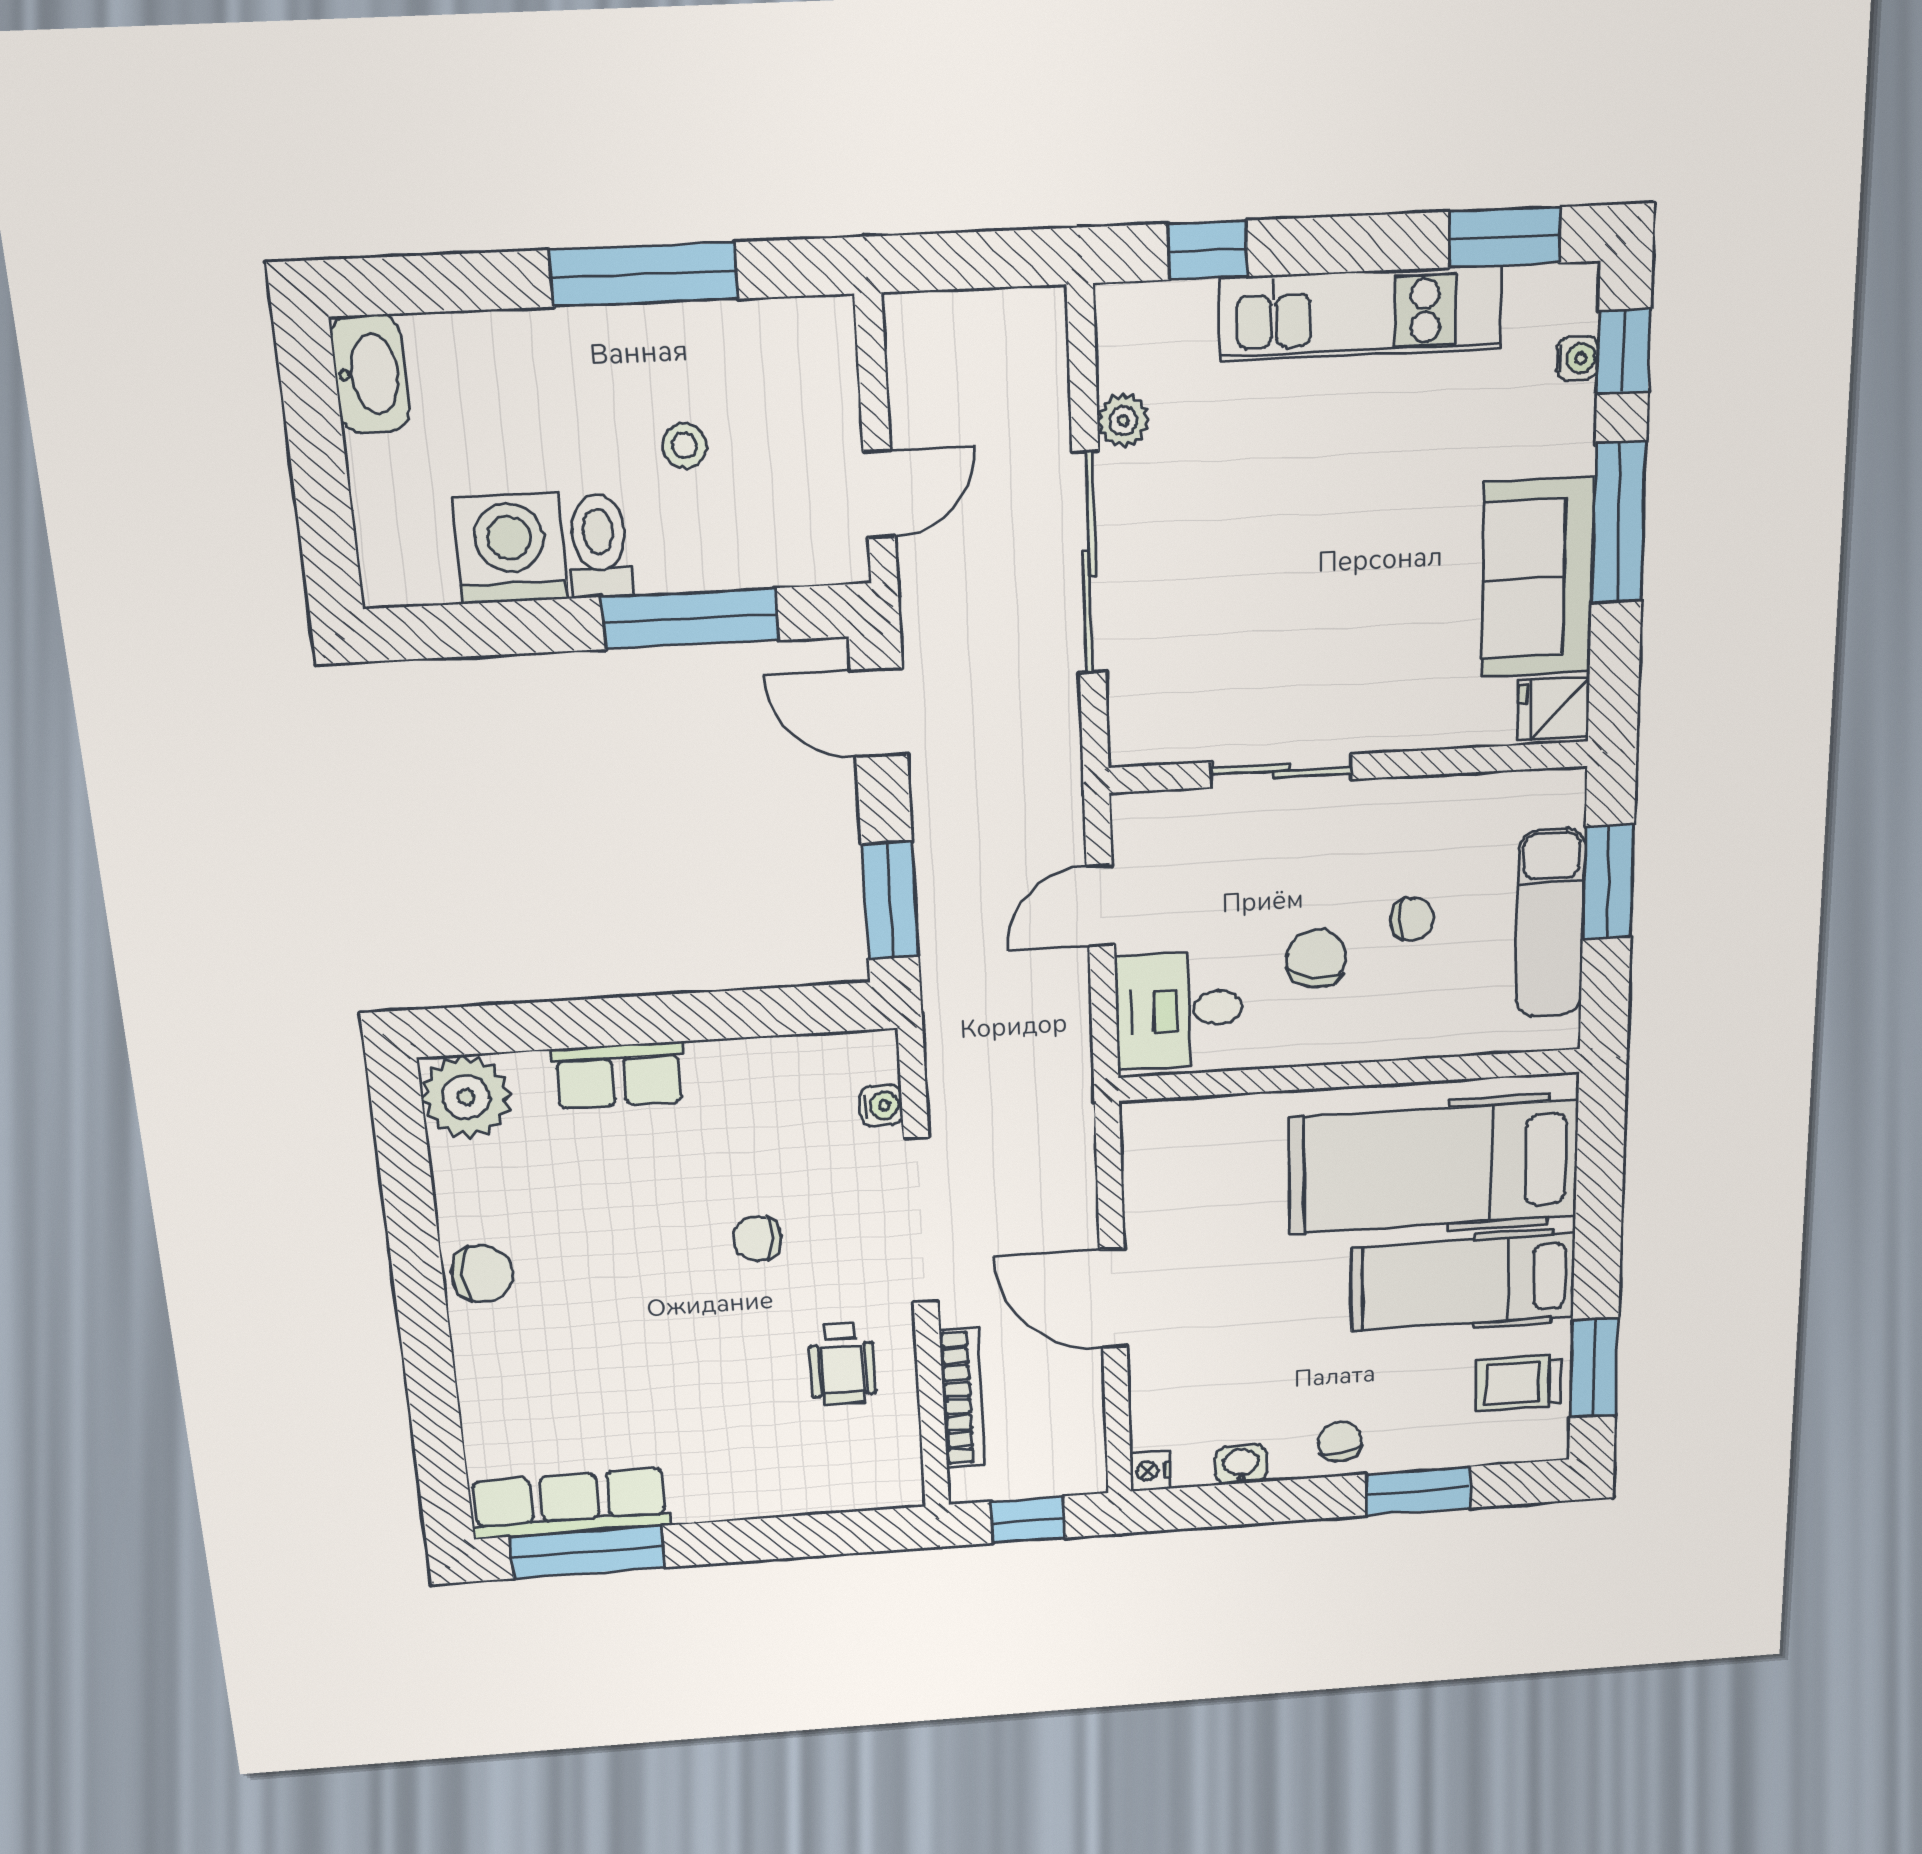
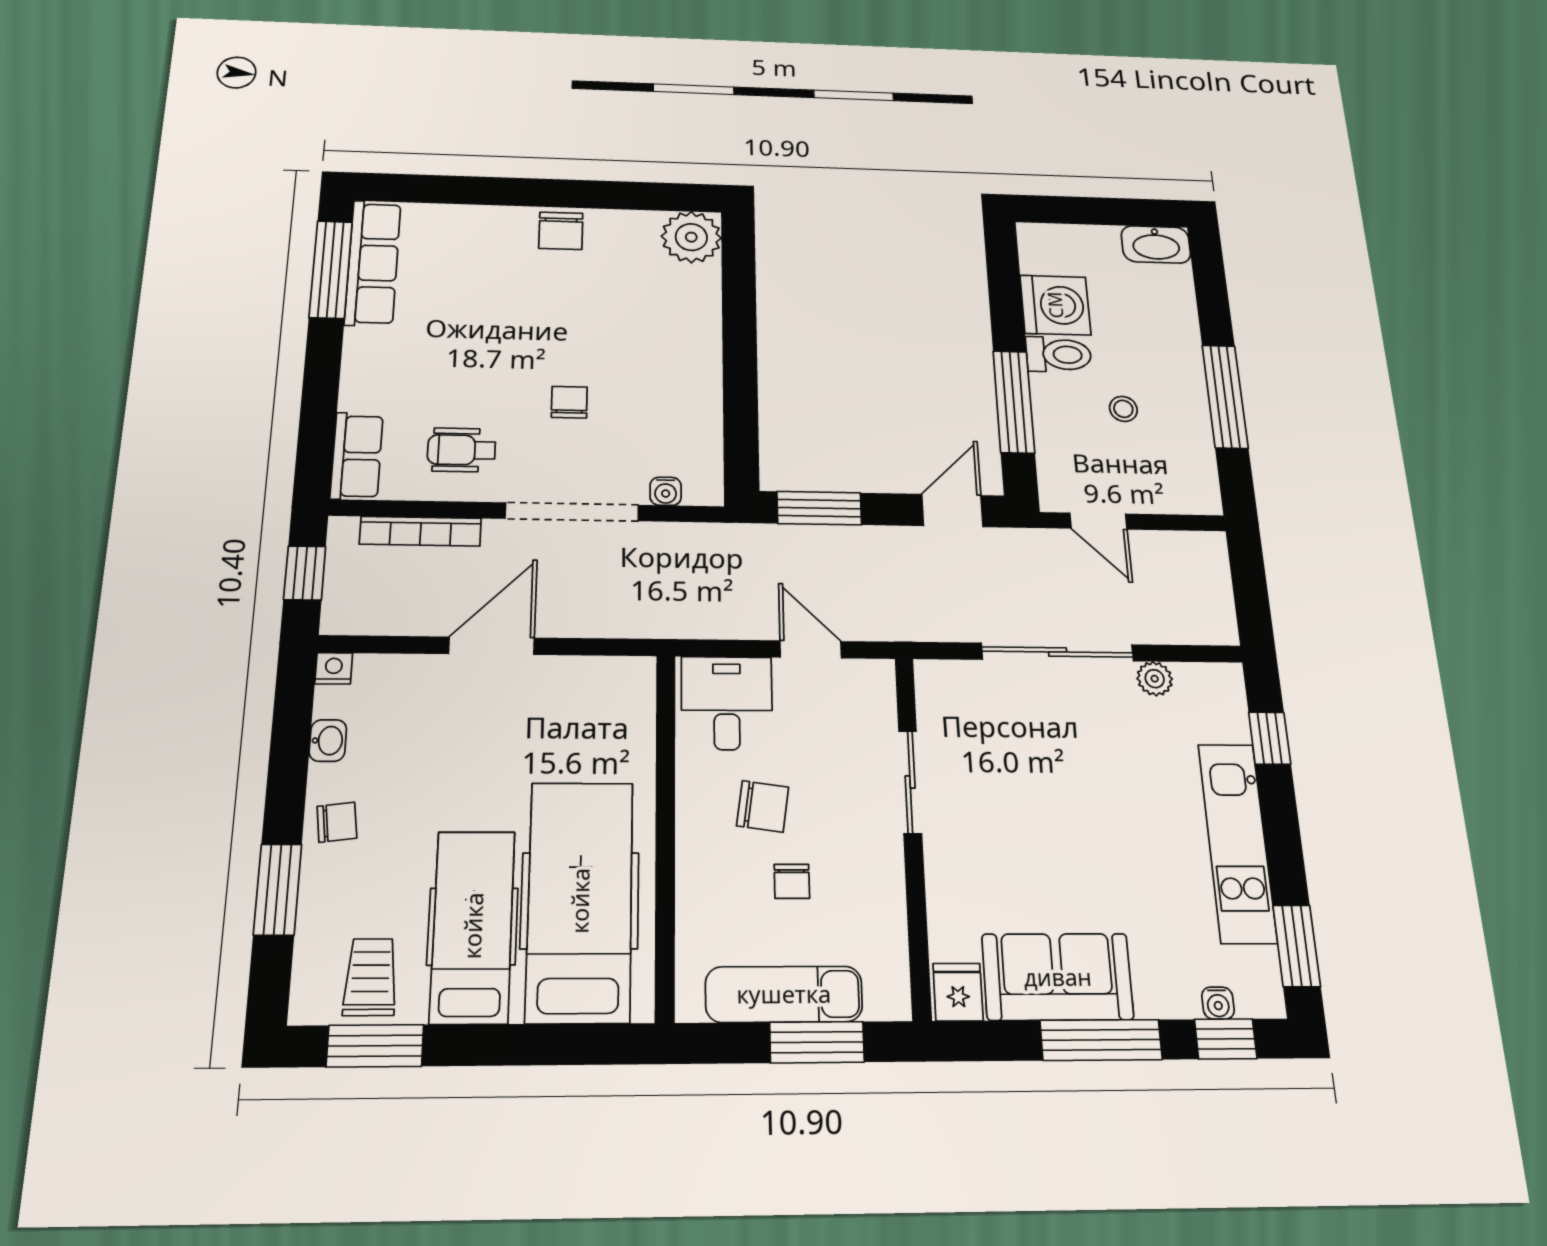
row of seats: (619, 1075) -> (357, 456), moved, turned 180

